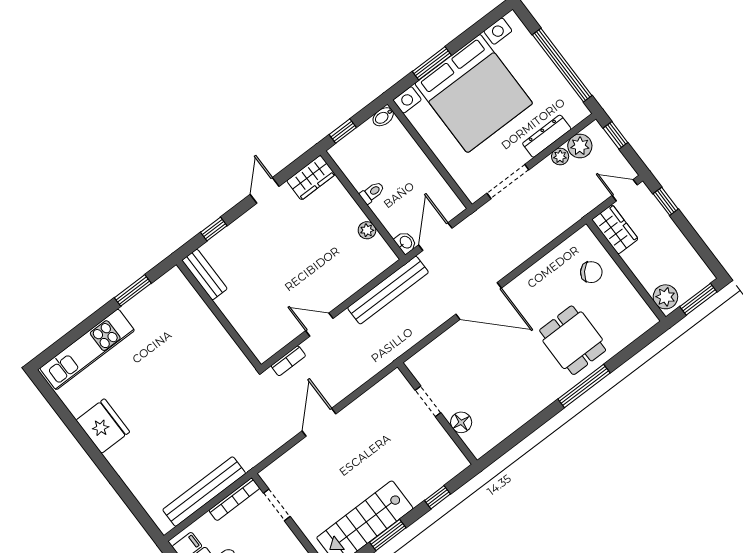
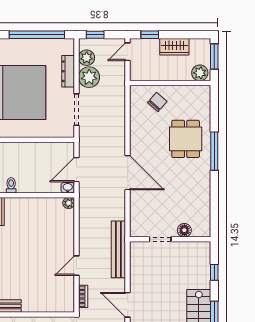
plant: (560, 157) -> (89, 77), width x1.87, depth x1.87
toilet: (372, 192) -> (11, 185), moved
wardrobe: (615, 229) -> (174, 47), moved, turned 180
plant: (367, 230) -> (69, 203), moved
door: (435, 237) -> (76, 170), hinge flipped
bench: (388, 290) -> (118, 249), moved
door: (479, 301) -> (128, 173), hinge flipped
dining table: (573, 340) -> (186, 139), turned 90

